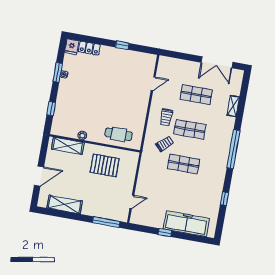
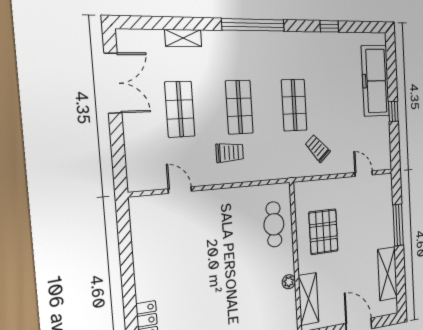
window: (122, 45) -> (127, 265), removed
trolley: (165, 144) -> (318, 148), moved
window: (106, 222) -> (398, 225), moved

